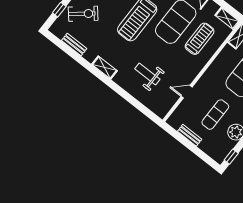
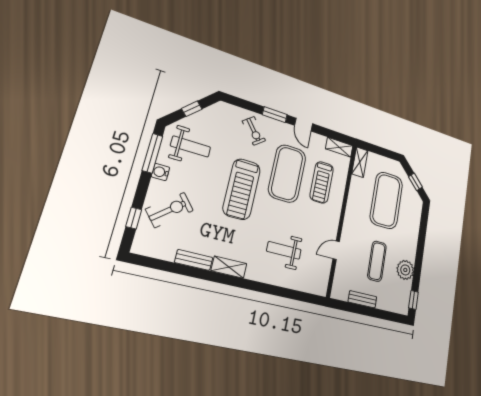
treadmill: (200, 39) -> (322, 182), turned 180
bench: (74, 44) -> (194, 260), moved

